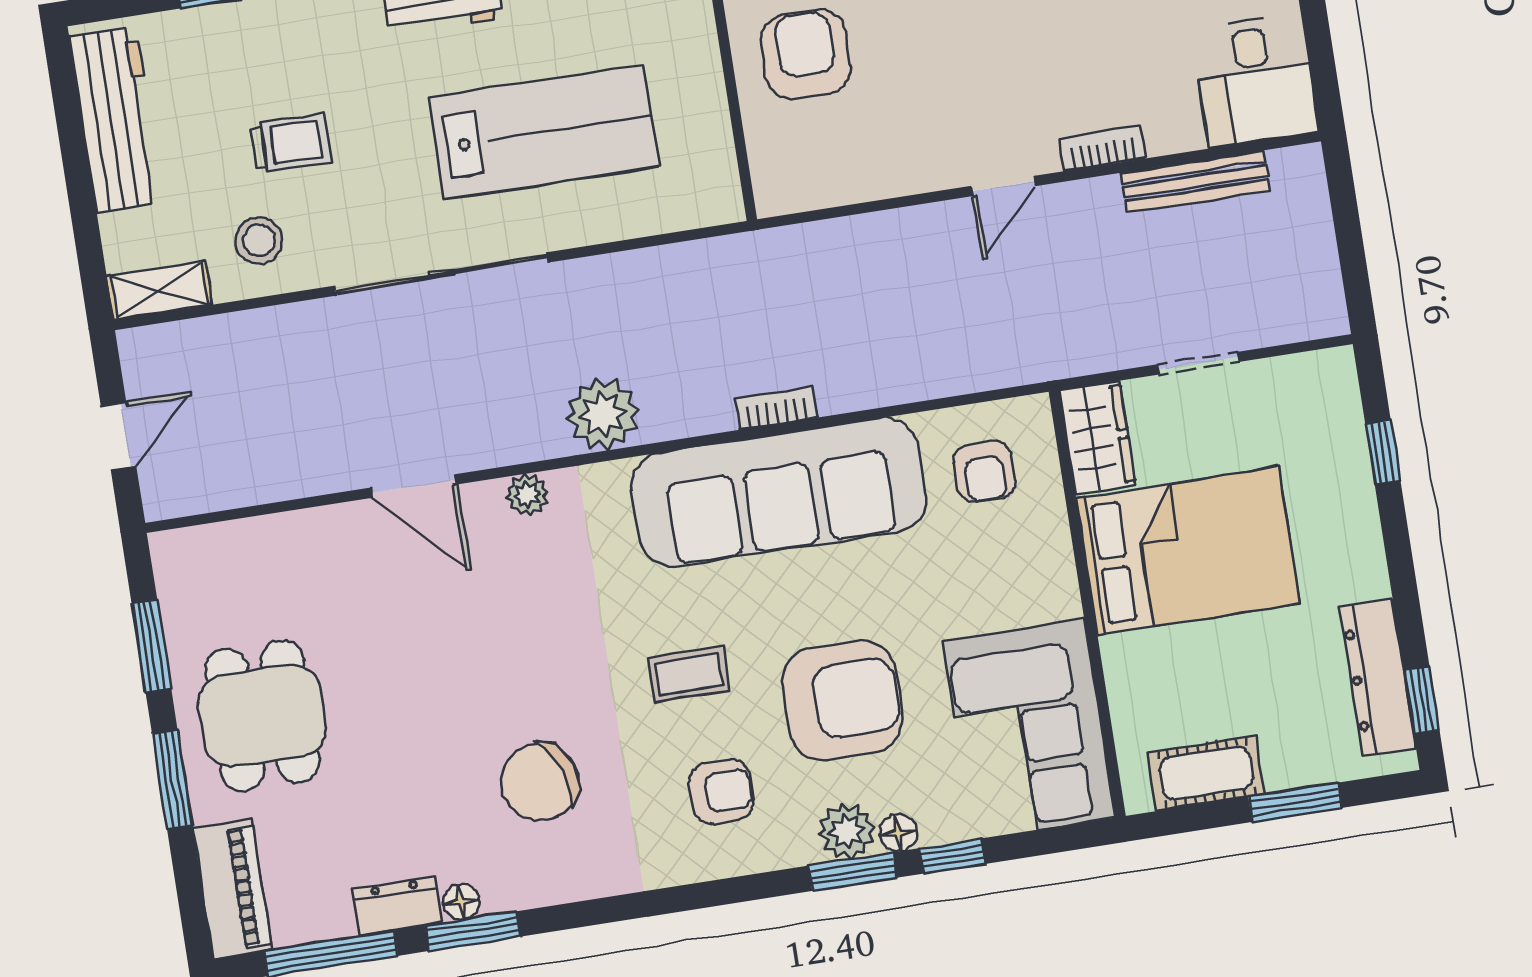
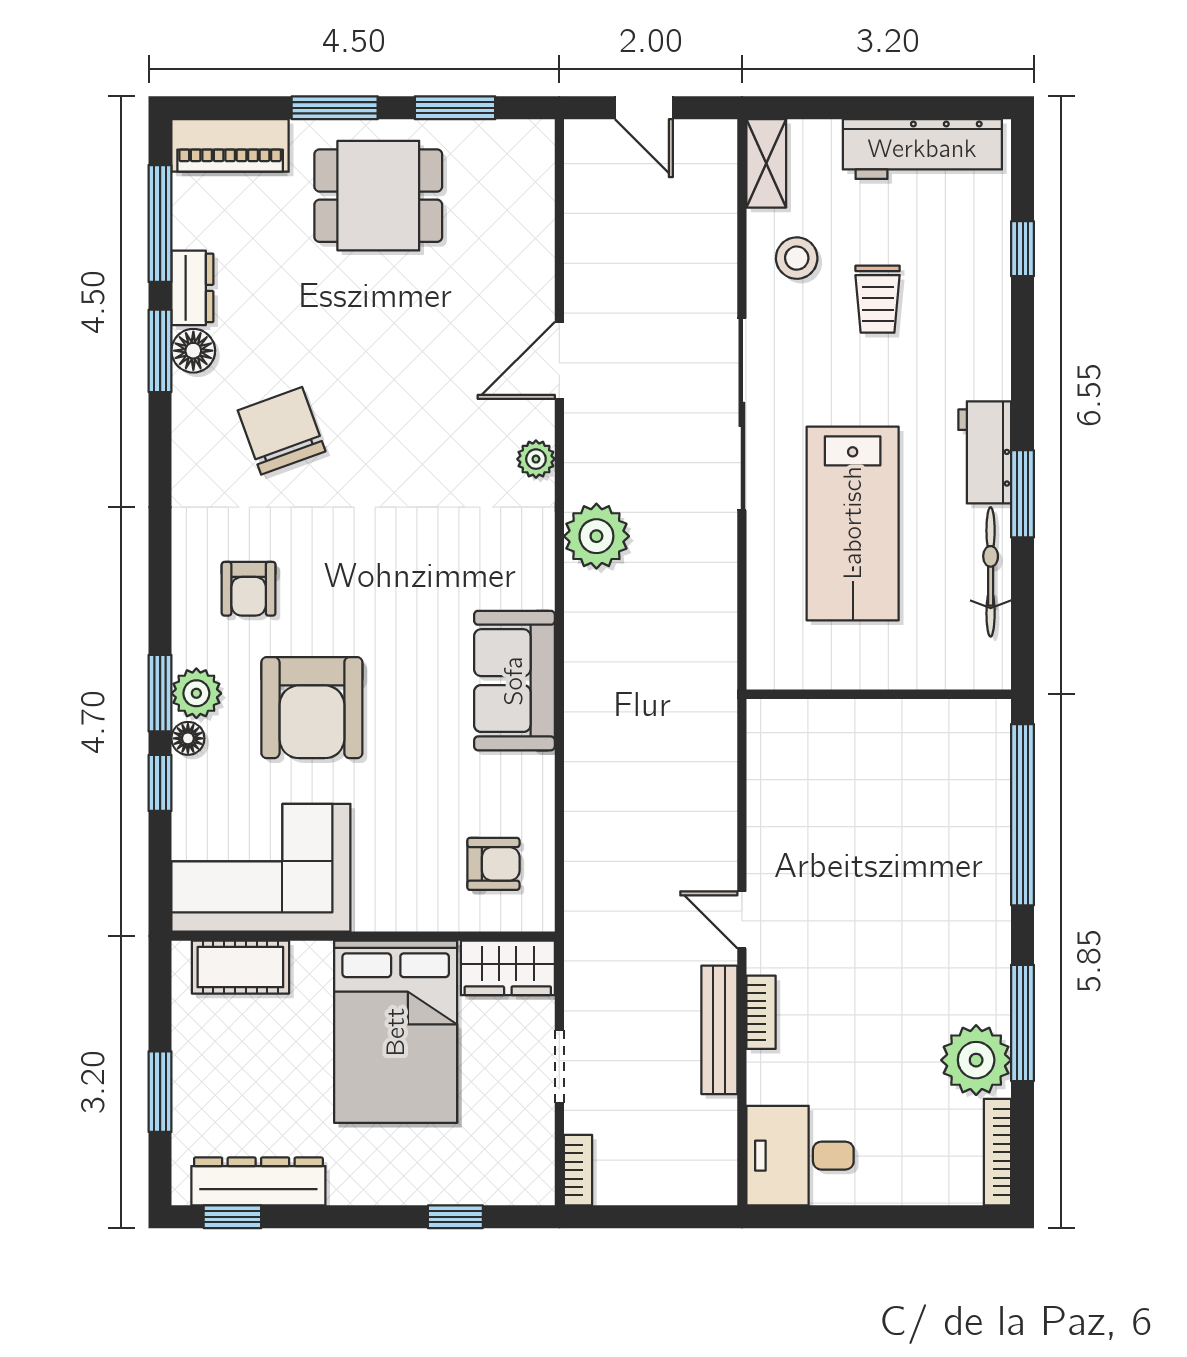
armchair: (806, 54) -> (885, 764), removed
bench: (1195, 182) -> (719, 1030), moved
bookcase: (776, 408) -> (578, 1170), moved
armchair: (984, 472) -> (493, 864), turned 180
sofa: (779, 492) -> (514, 681), width x0.54, depth x0.79
coffee table: (689, 674) -> (356, 576), removed
cot: (1206, 773) -> (240, 967), moved, turned 90
floor lamp: (461, 902) -> (193, 351), width x1.37, depth x1.37

